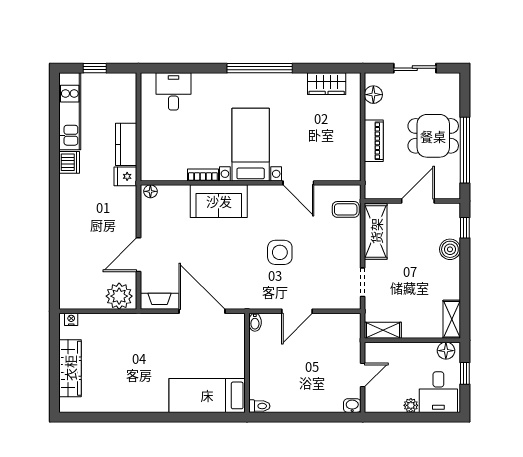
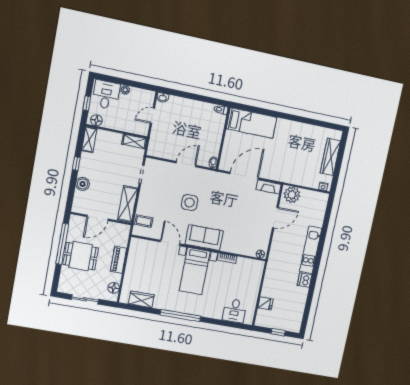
kitchen unit: (70, 111) -> (311, 250), moved
kitchen counter: (126, 144) -> (269, 285), removed
fridge: (125, 176) -> (265, 303), moved
sofa: (219, 201) -> (204, 238), moved
window: (465, 228) -> (76, 164), moved
door: (202, 311) -> (244, 176), swing flipped

